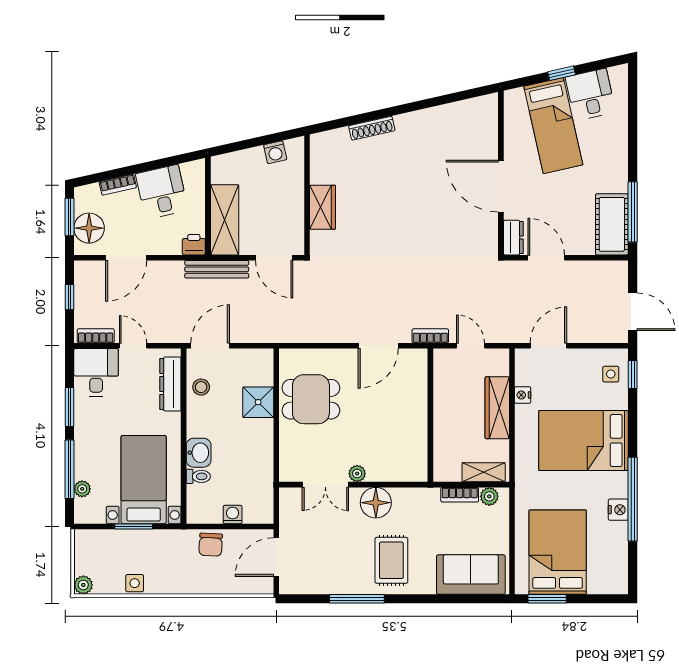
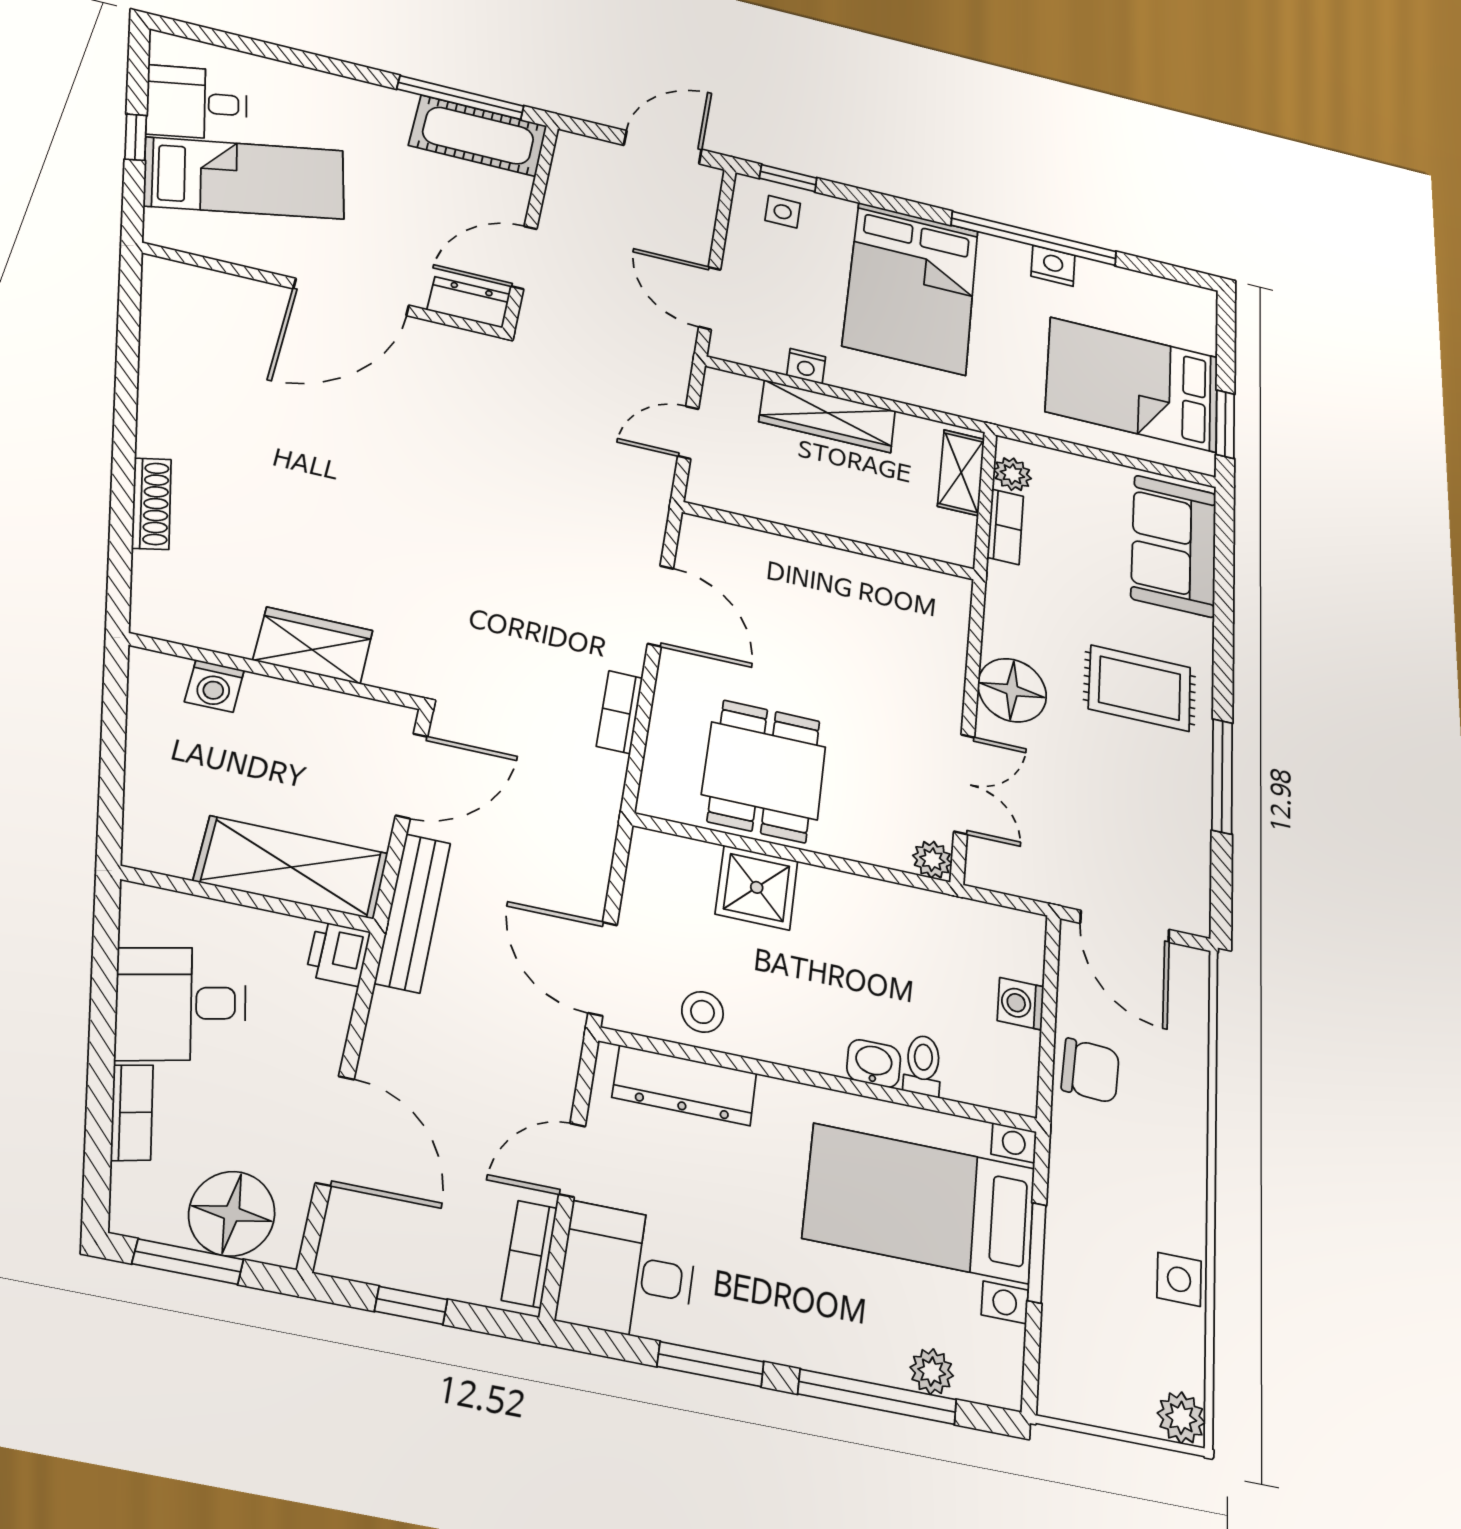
washing machine: (275, 152) -> (214, 686), moved, turned 103
bookcase: (430, 336) -> (620, 712), moved
washbasin: (199, 453) -> (874, 1063), width x0.72, depth x0.69
plant: (357, 474) -> (932, 860), moved

